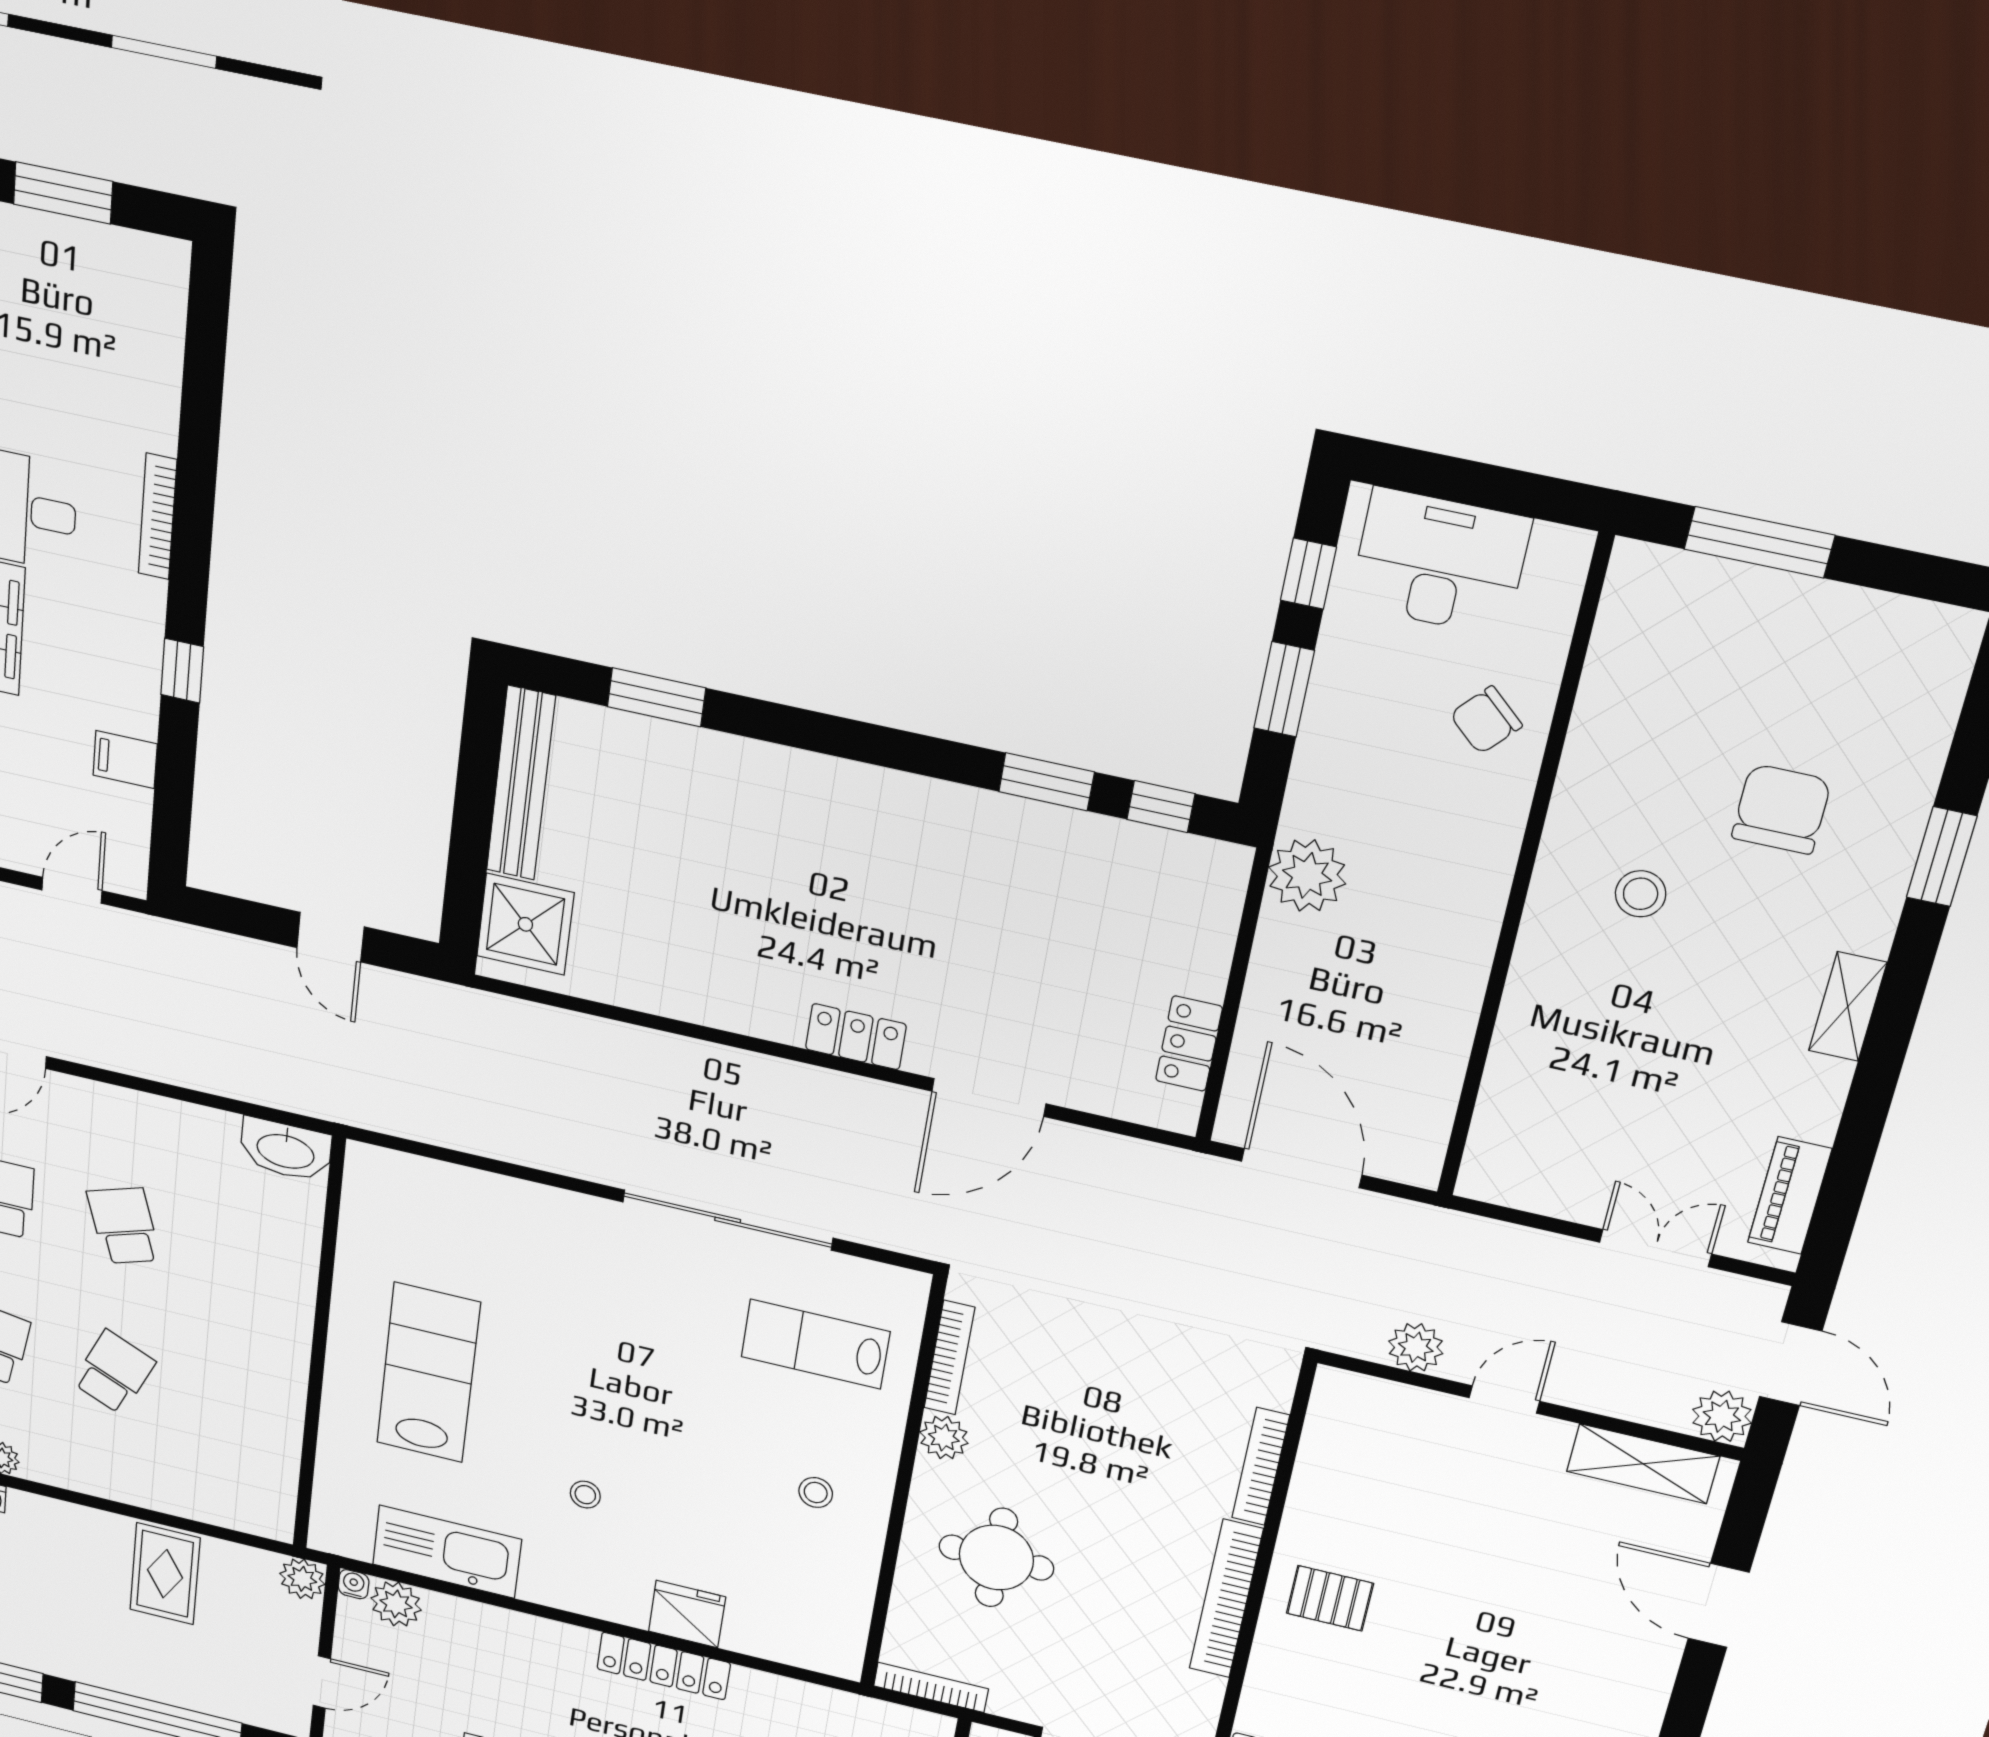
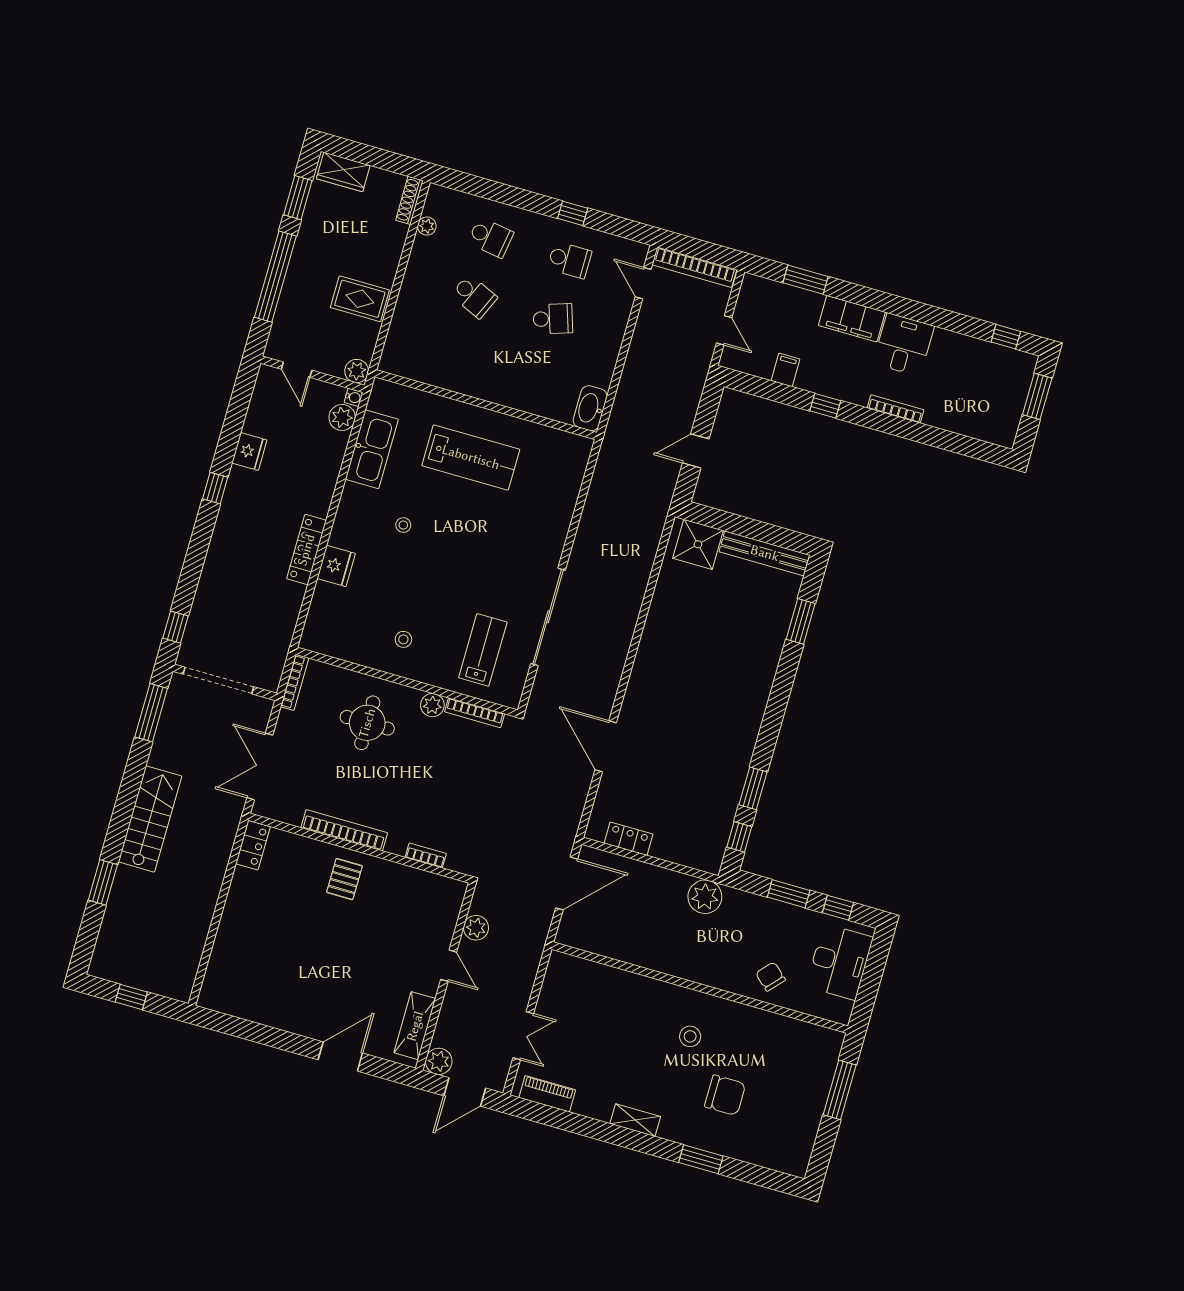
locker: (856, 1037) -> (637, 689), removed
bookcase: (1261, 1466) -> (426, 855), width x0.64

